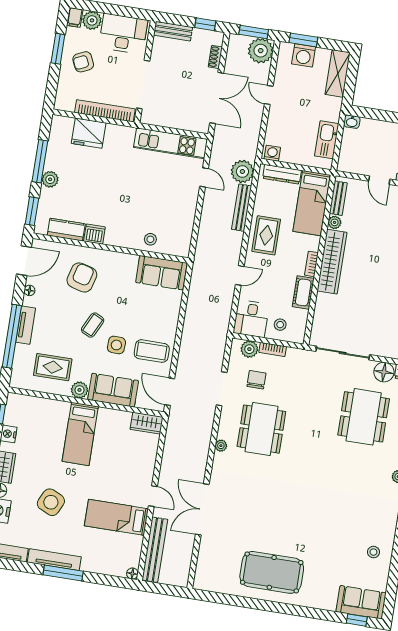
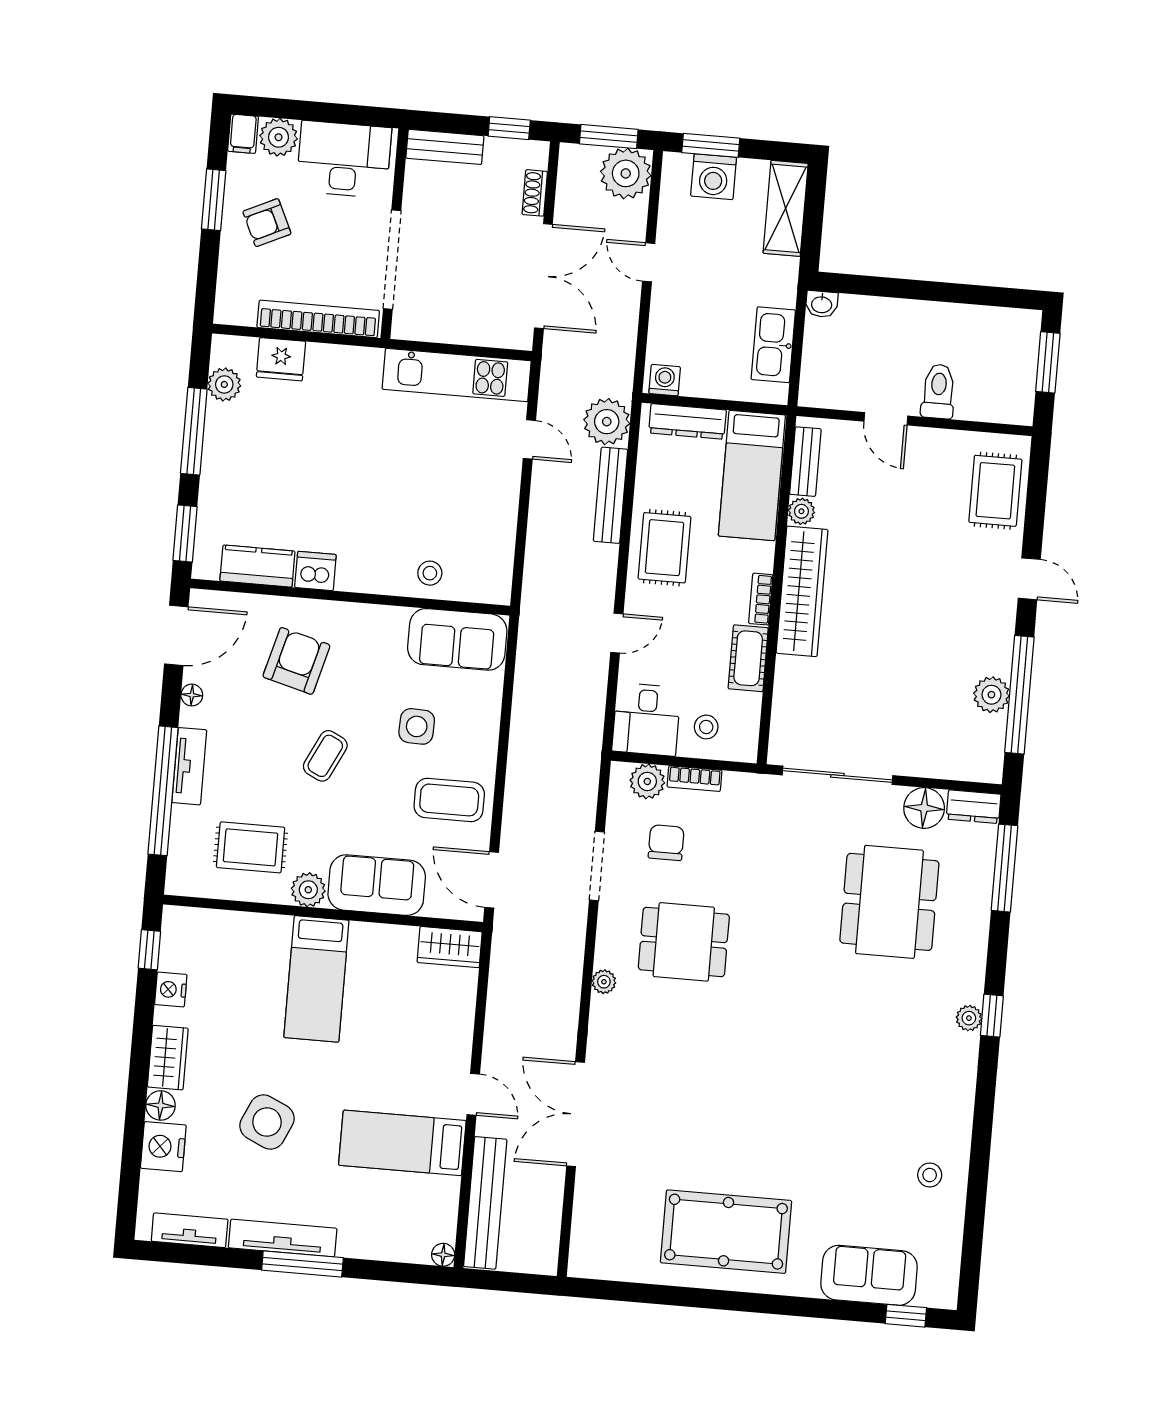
fridge: (89, 133) -> (281, 359), width x0.73, depth x0.75
plant: (50, 179) -> (224, 384), moved
side table: (116, 345) -> (417, 726), moved
dining table: (261, 429) -> (684, 942), width x0.73
sofa: (361, 602) -> (869, 1275), moved

